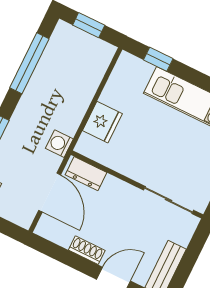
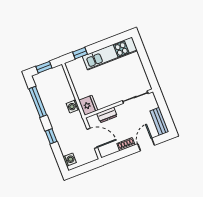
fridge: (102, 122) -> (88, 105), moved
washing machine: (59, 144) -> (73, 106), moved
dresser: (86, 174) -> (107, 115), moved

